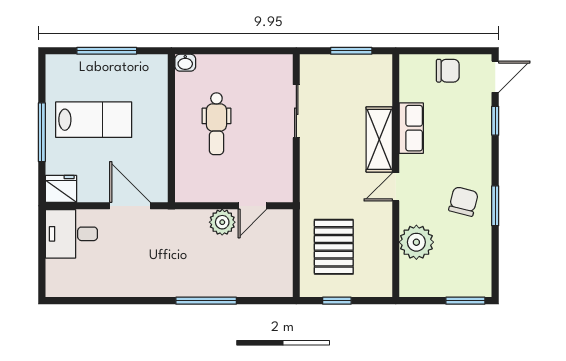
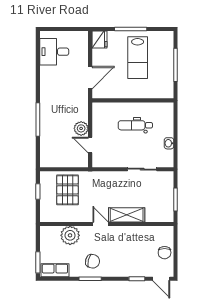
washbasin: (185, 63) -> (169, 143), moved
row of seats: (411, 128) -> (55, 270), moved, turned 180
desk: (71, 234) -> (54, 52), moved, turned -90
pallet: (334, 247) -> (68, 190), turned 90

